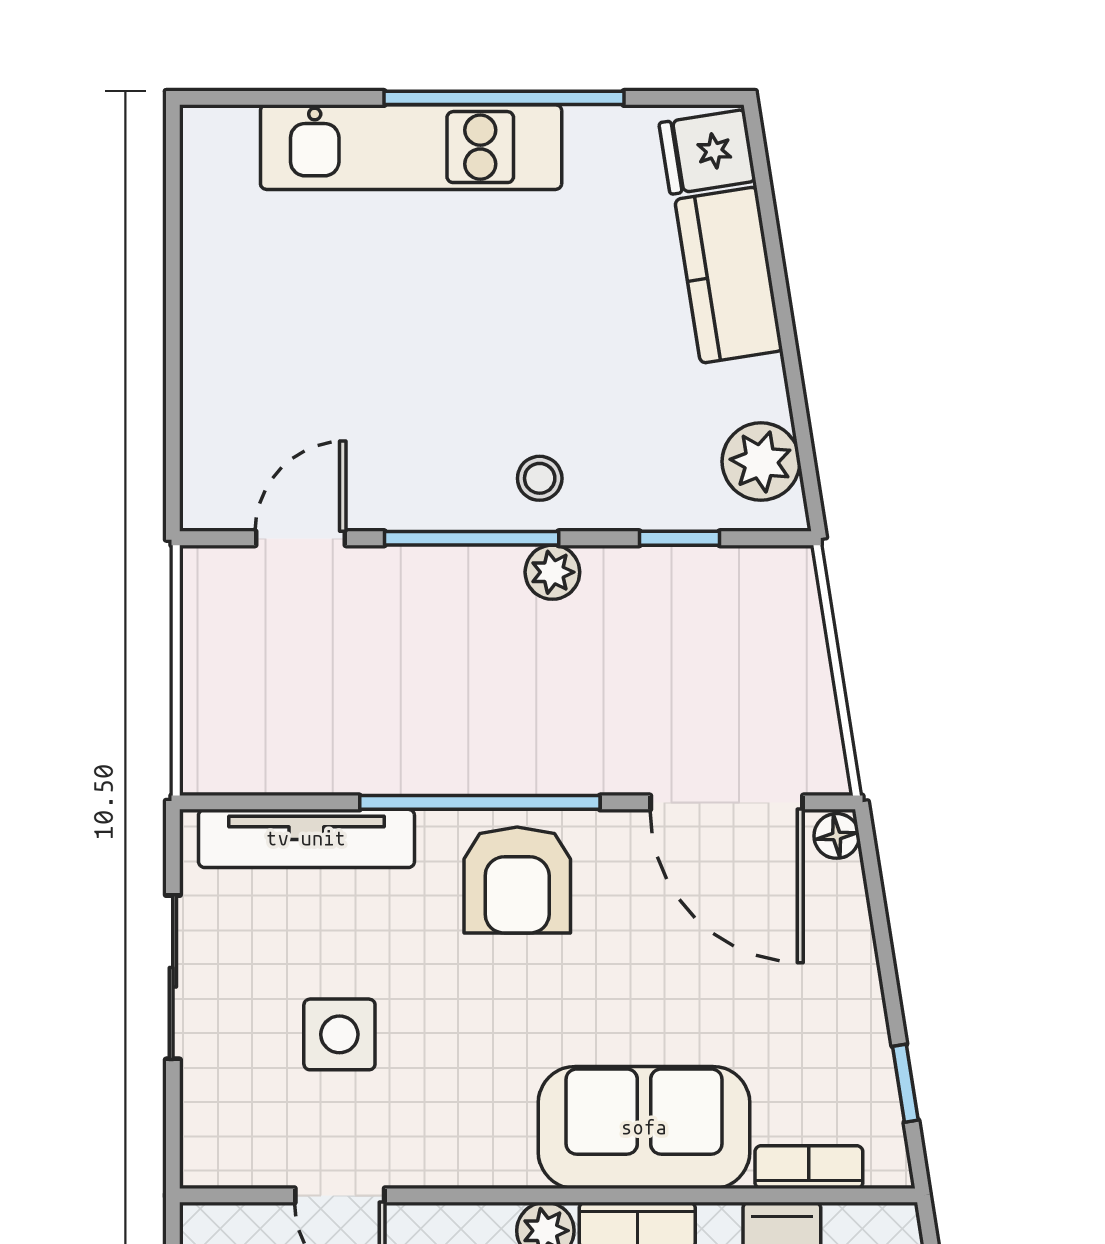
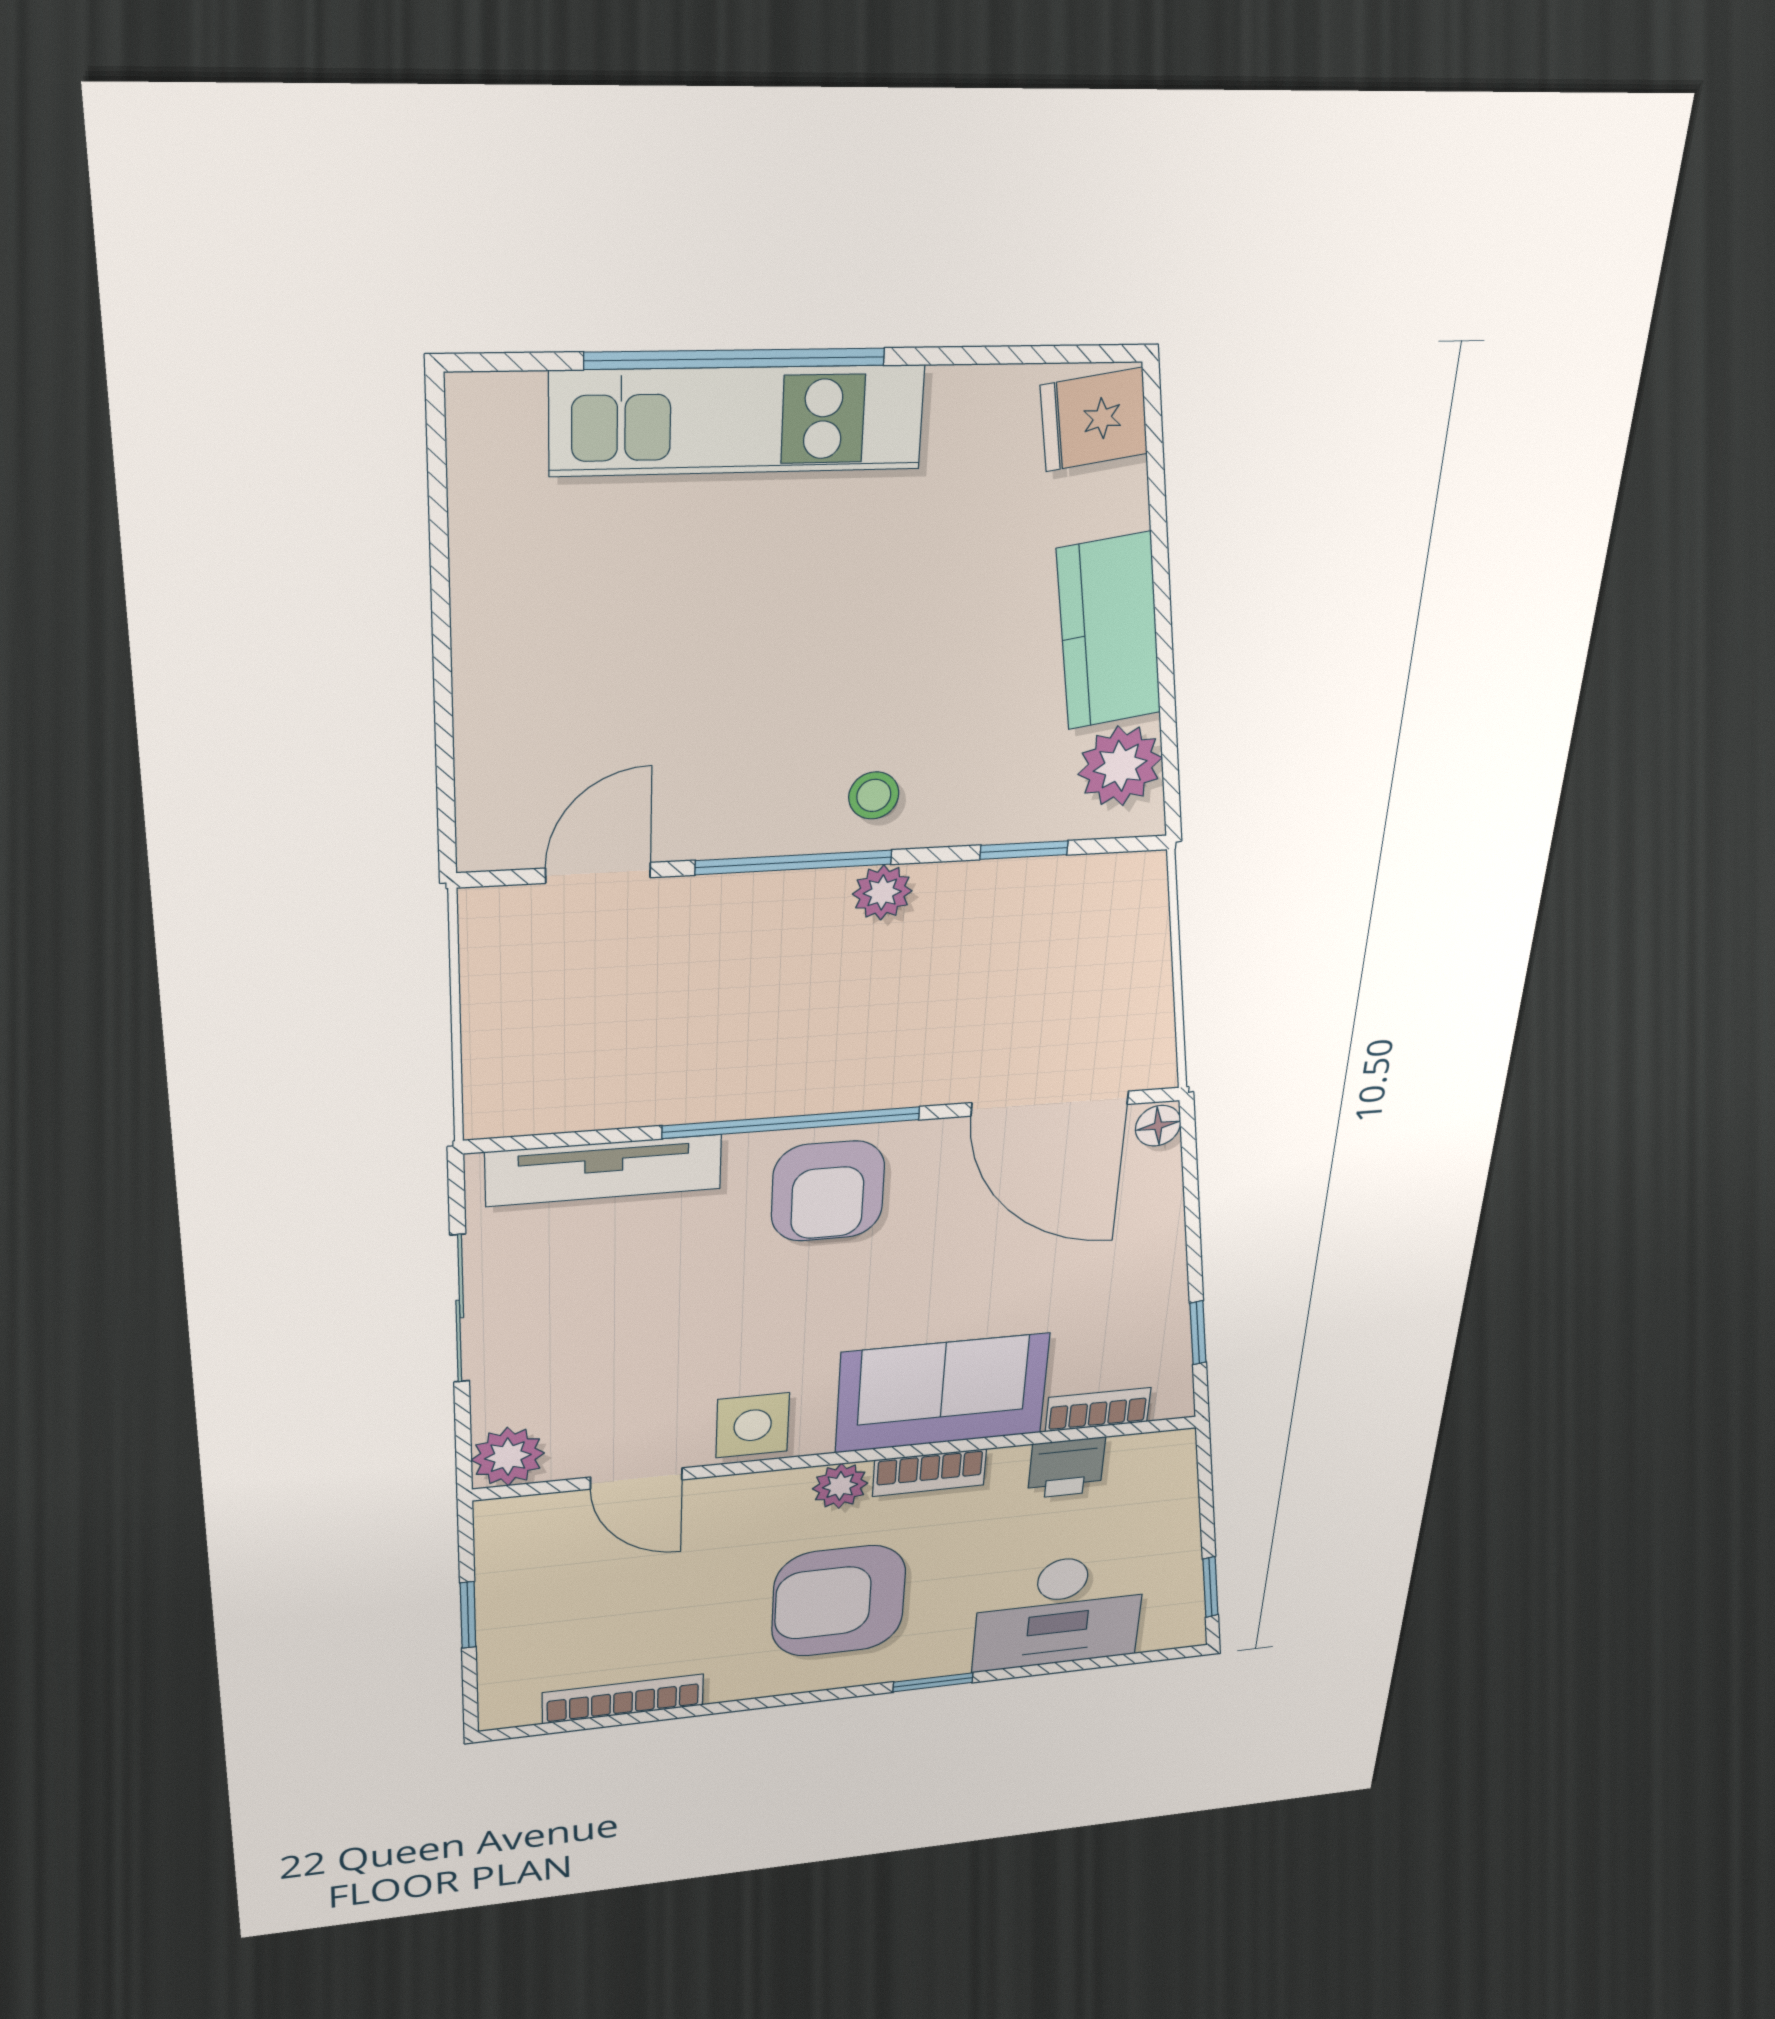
window: (504, 98) -> (736, 359), moved
kitchen counter: (729, 275) -> (1109, 632), moved
side table: (339, 1034) -> (753, 1425), moved
plant: (215, 1153) -> (508, 1457), added

